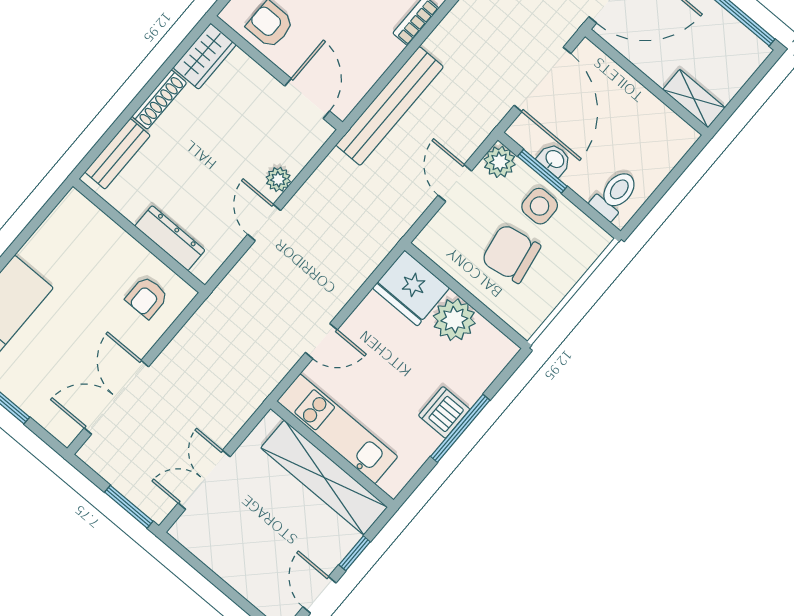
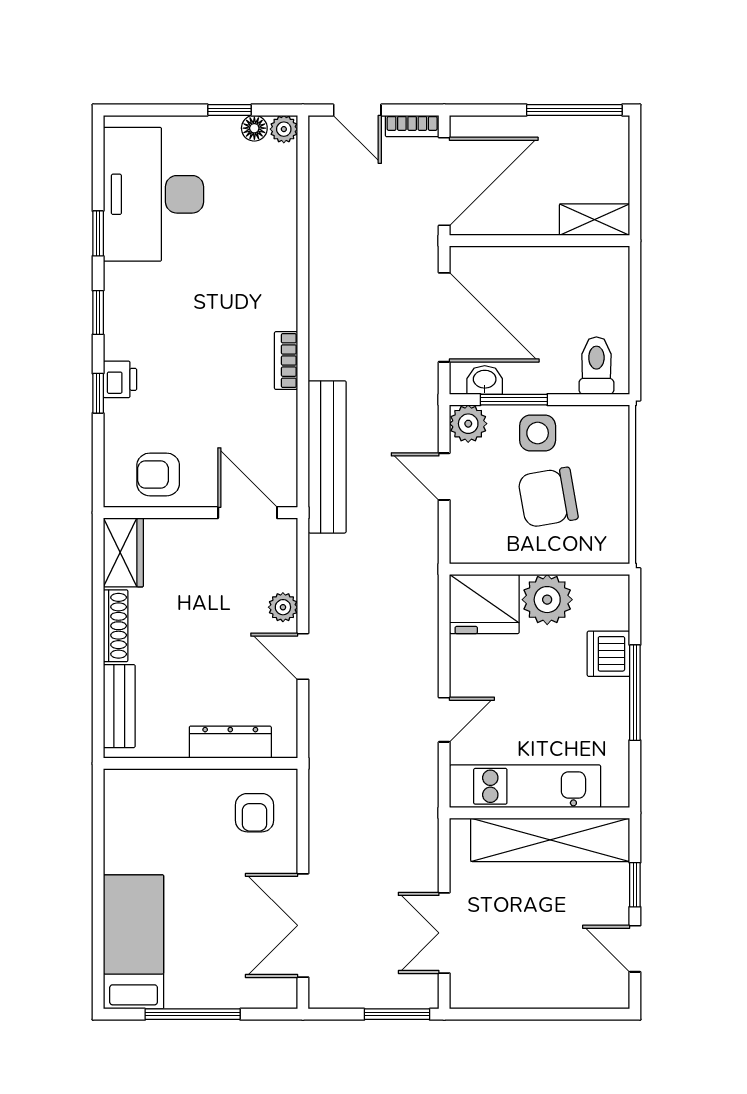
washbasin: (554, 160) -> (485, 380), moved
dishwasher: (444, 412) -> (608, 654), moved

